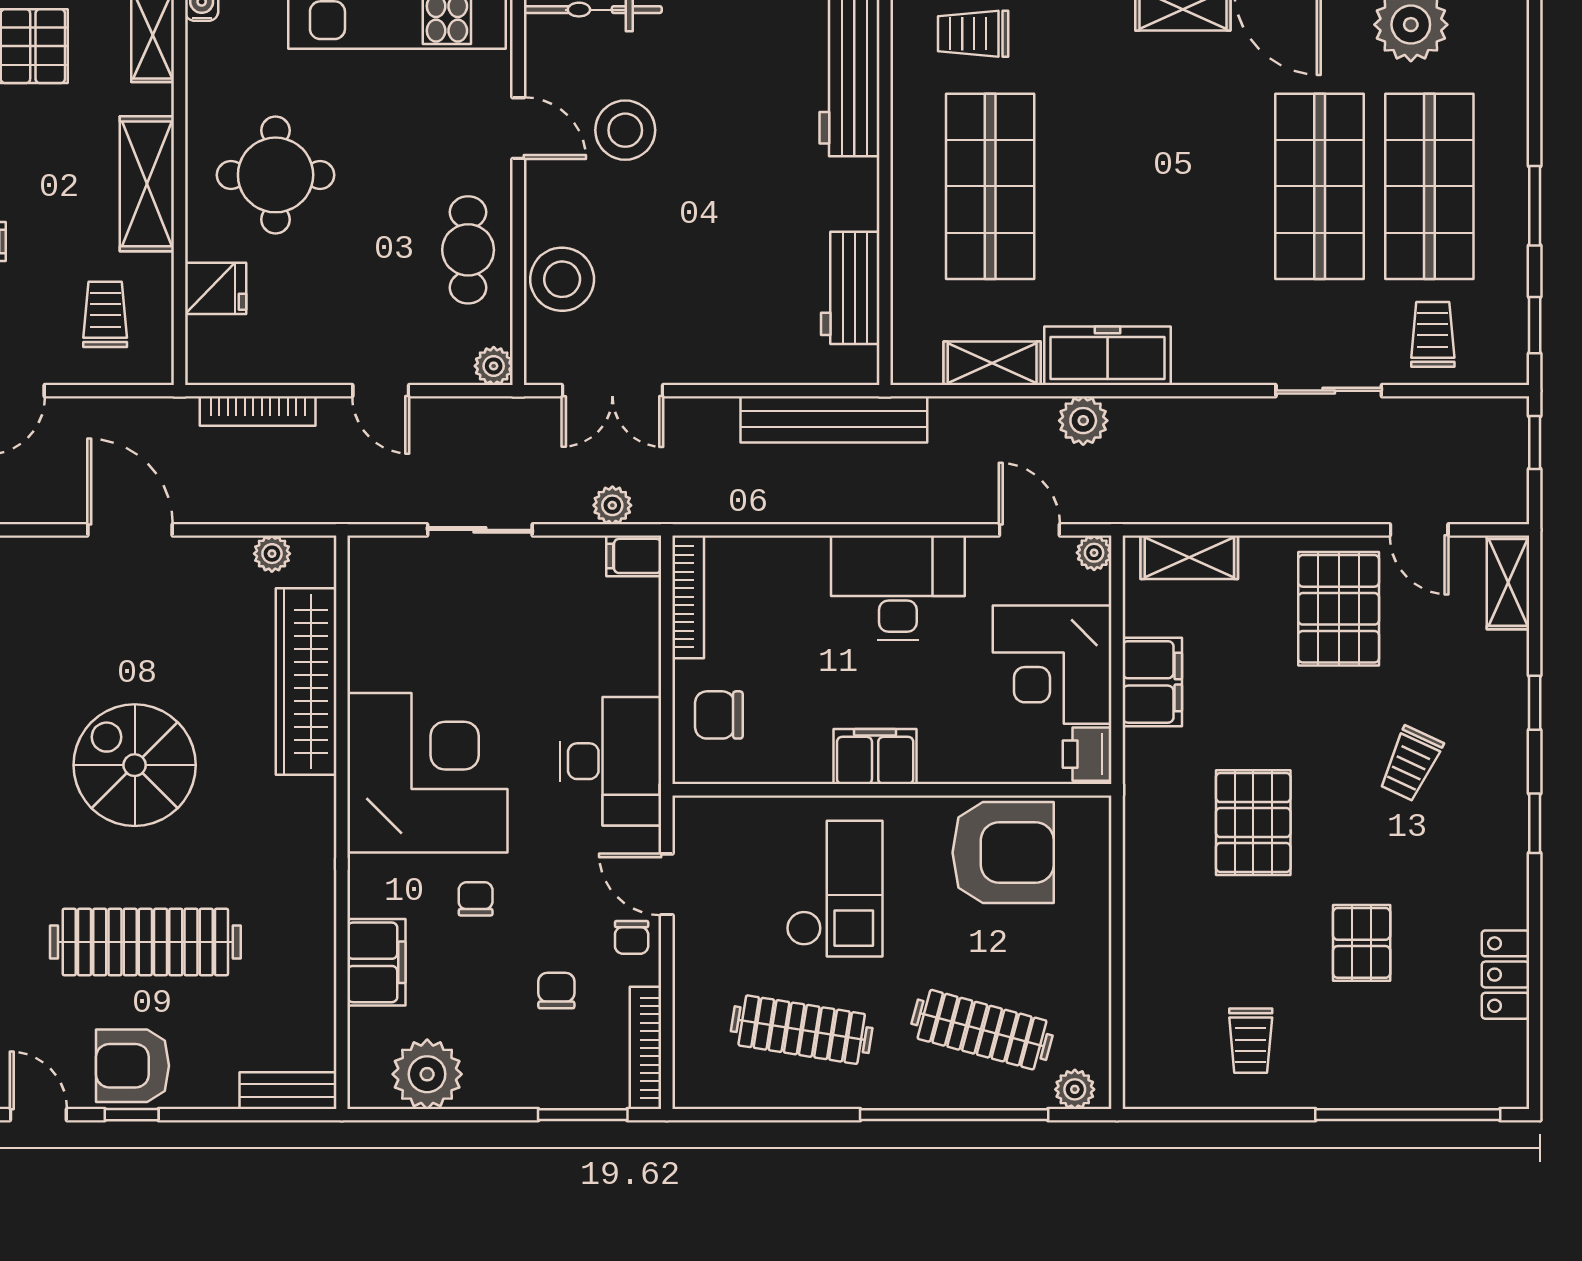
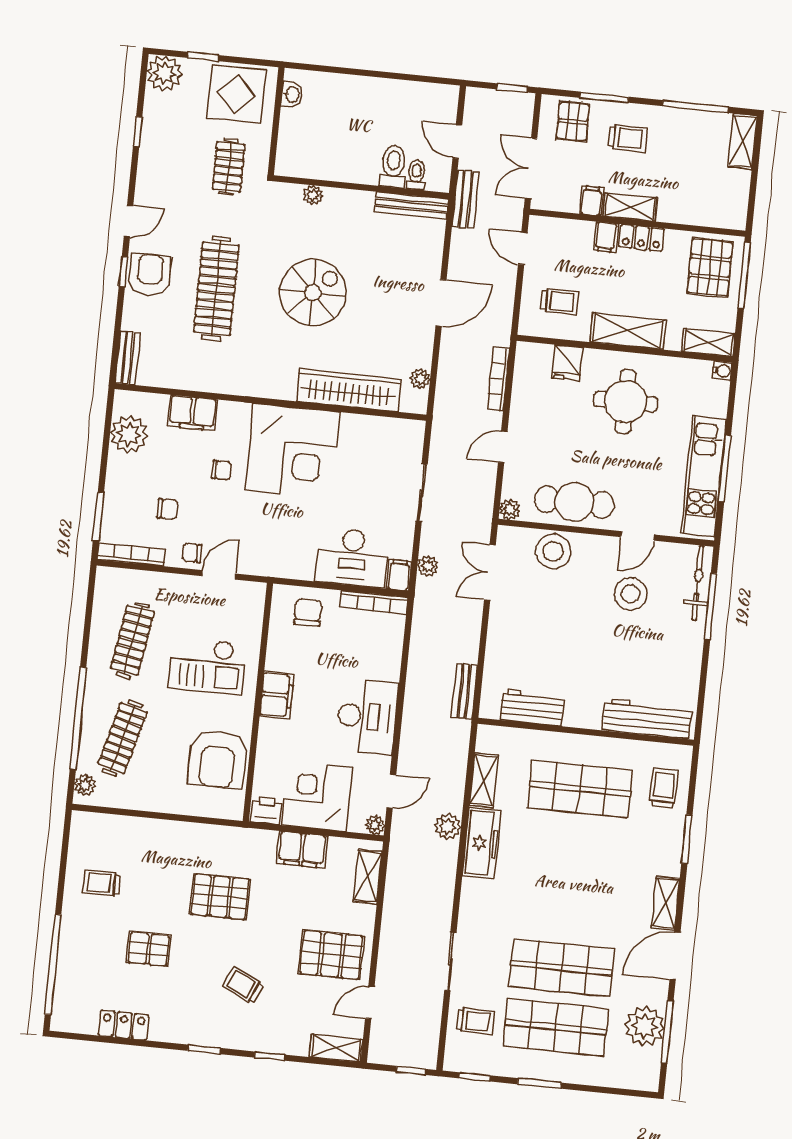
cafe table: (468, 250) -> (574, 502), width x1.37, depth x1.35
bench: (834, 419) -> (464, 691), width x0.54, depth x0.82
desk: (611, 761) -> (352, 558), moved

